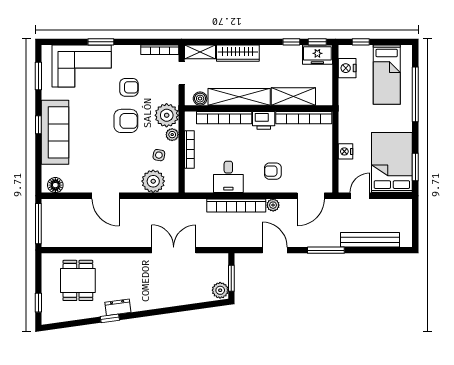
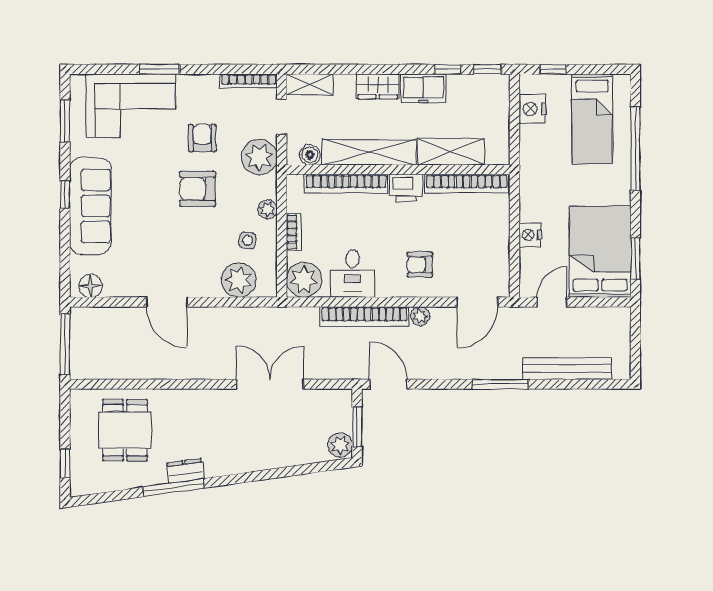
wardrobe: (238, 53) -> (378, 86), width x0.67
freezer: (317, 55) -> (423, 88), moved
armchair: (129, 87) -> (202, 138), turned -90
plant: (167, 115) -> (259, 157), moved
armchair: (126, 121) -> (197, 189), turned 180
bookcase: (189, 149) -> (294, 232), width x0.64
plant: (196, 181) -> (304, 280), added
door: (275, 250) -> (388, 384), moved
window: (110, 318) -> (173, 488), width x2.17

